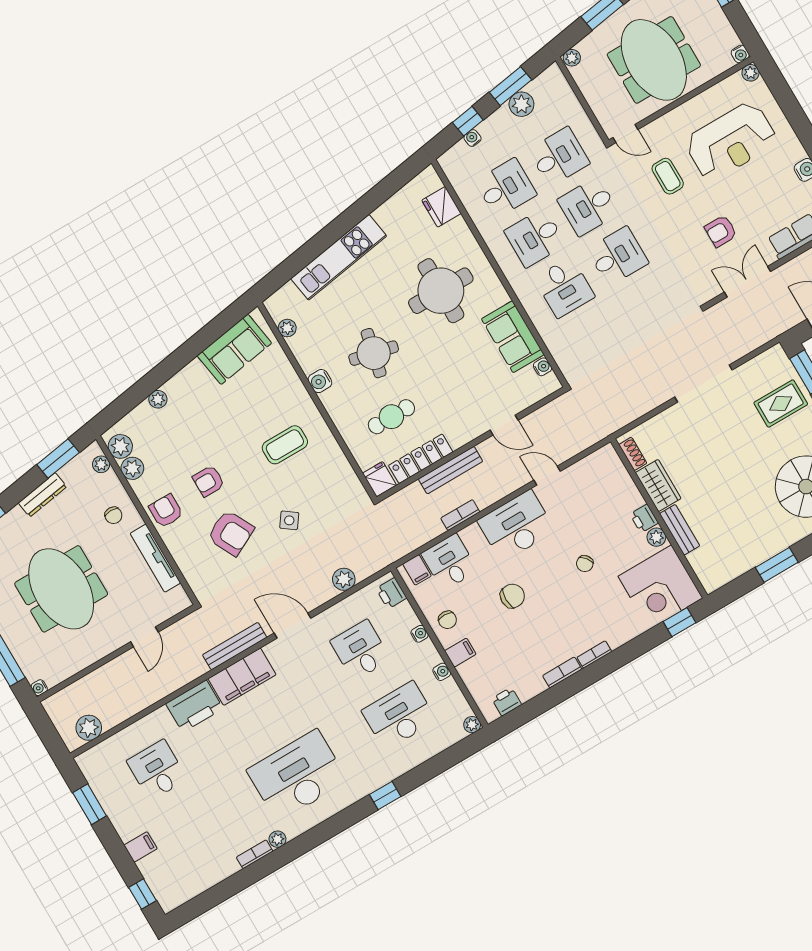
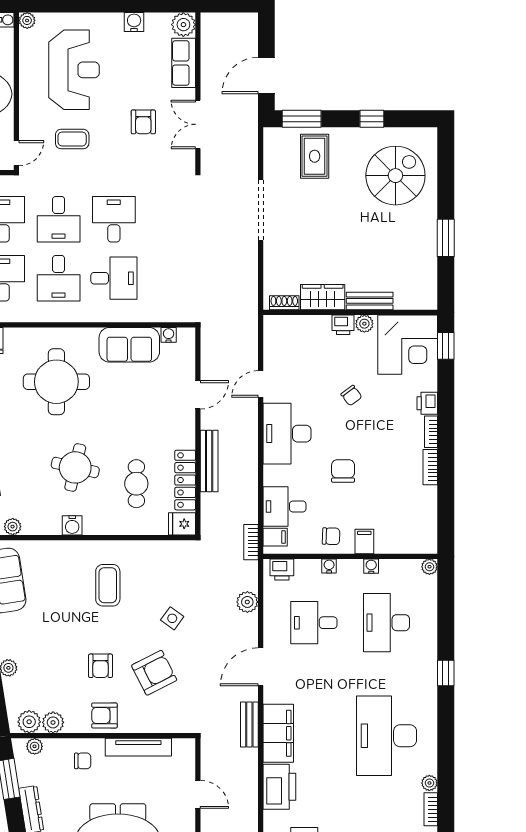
bookcase: (460, 515) -> (251, 542), moved
bench: (235, 646) -> (249, 724), width x0.73
printer: (507, 702) -> (427, 403), moved

